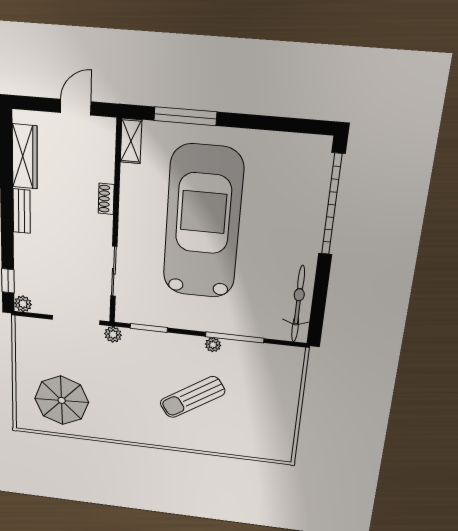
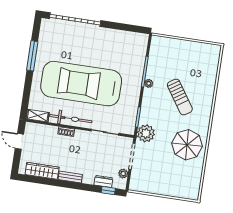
window: (185, 116) -> (32, 56), moved
dresser: (23, 272) -> (103, 181), added
plant: (23, 304) -> (123, 174), moved
bicycle: (298, 304) -> (71, 119), moved, turned 180
plant: (113, 334) -> (146, 133), width x1.88, depth x1.88
parasol: (62, 400) -> (187, 145), moved

